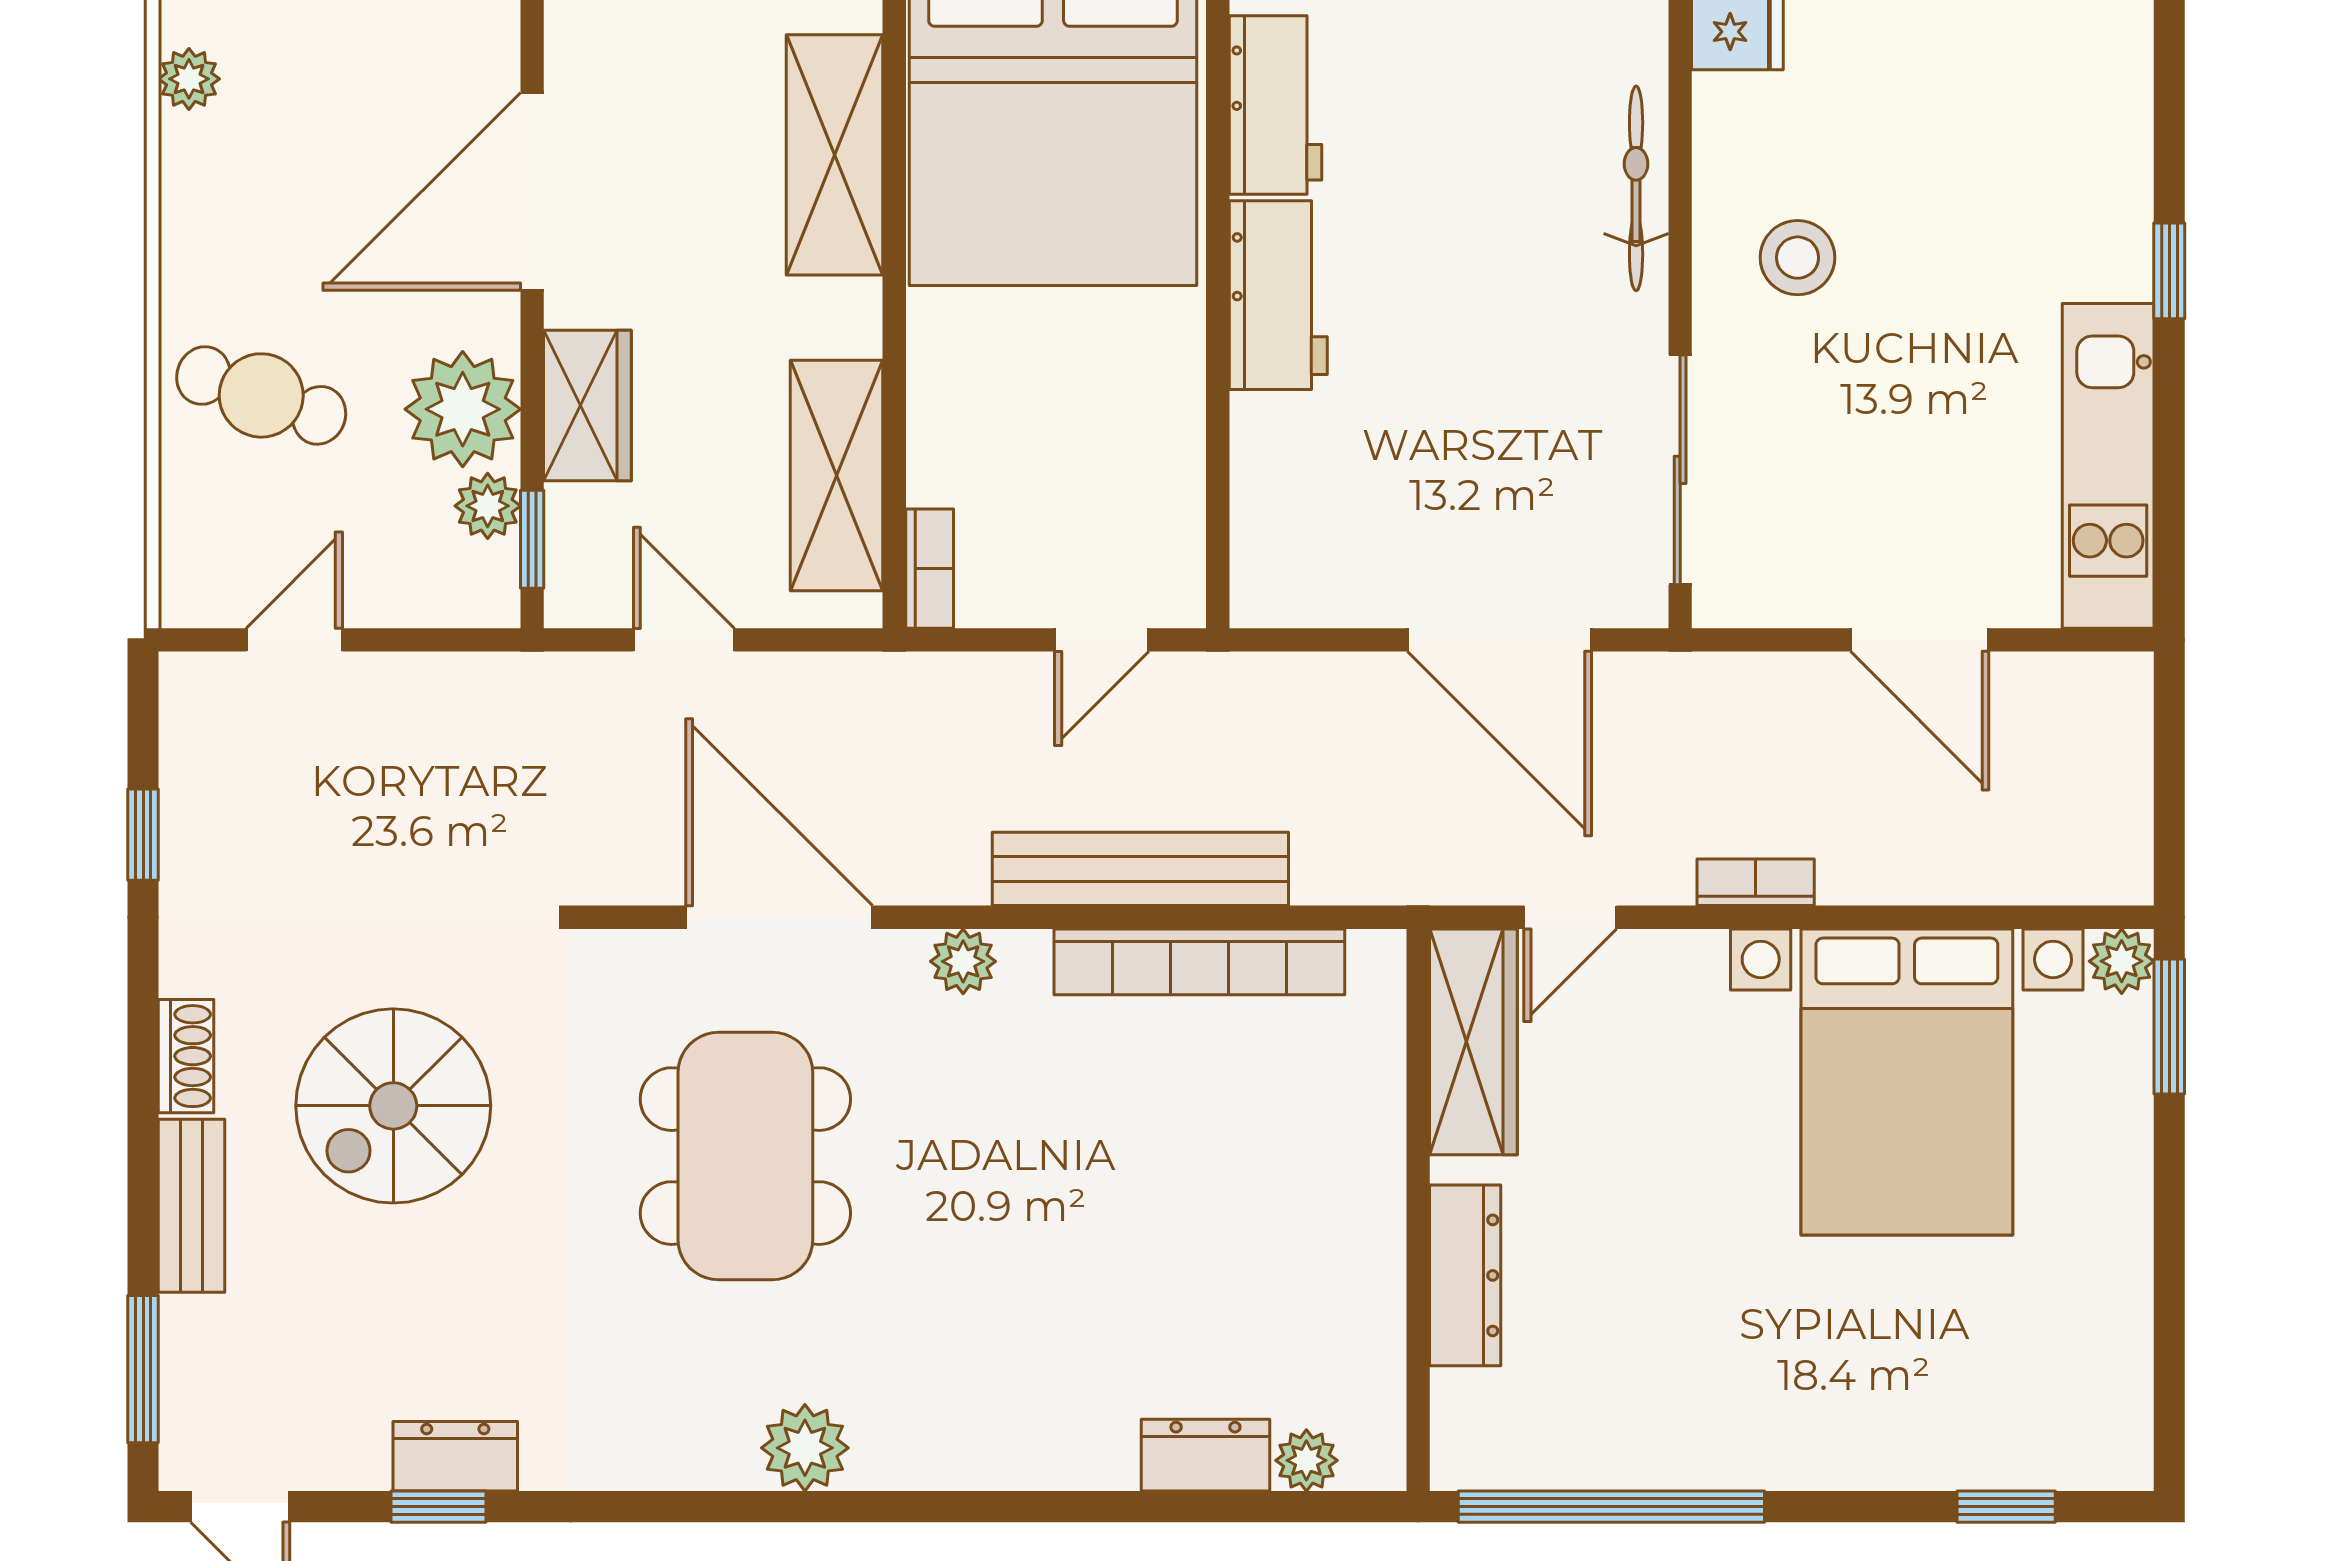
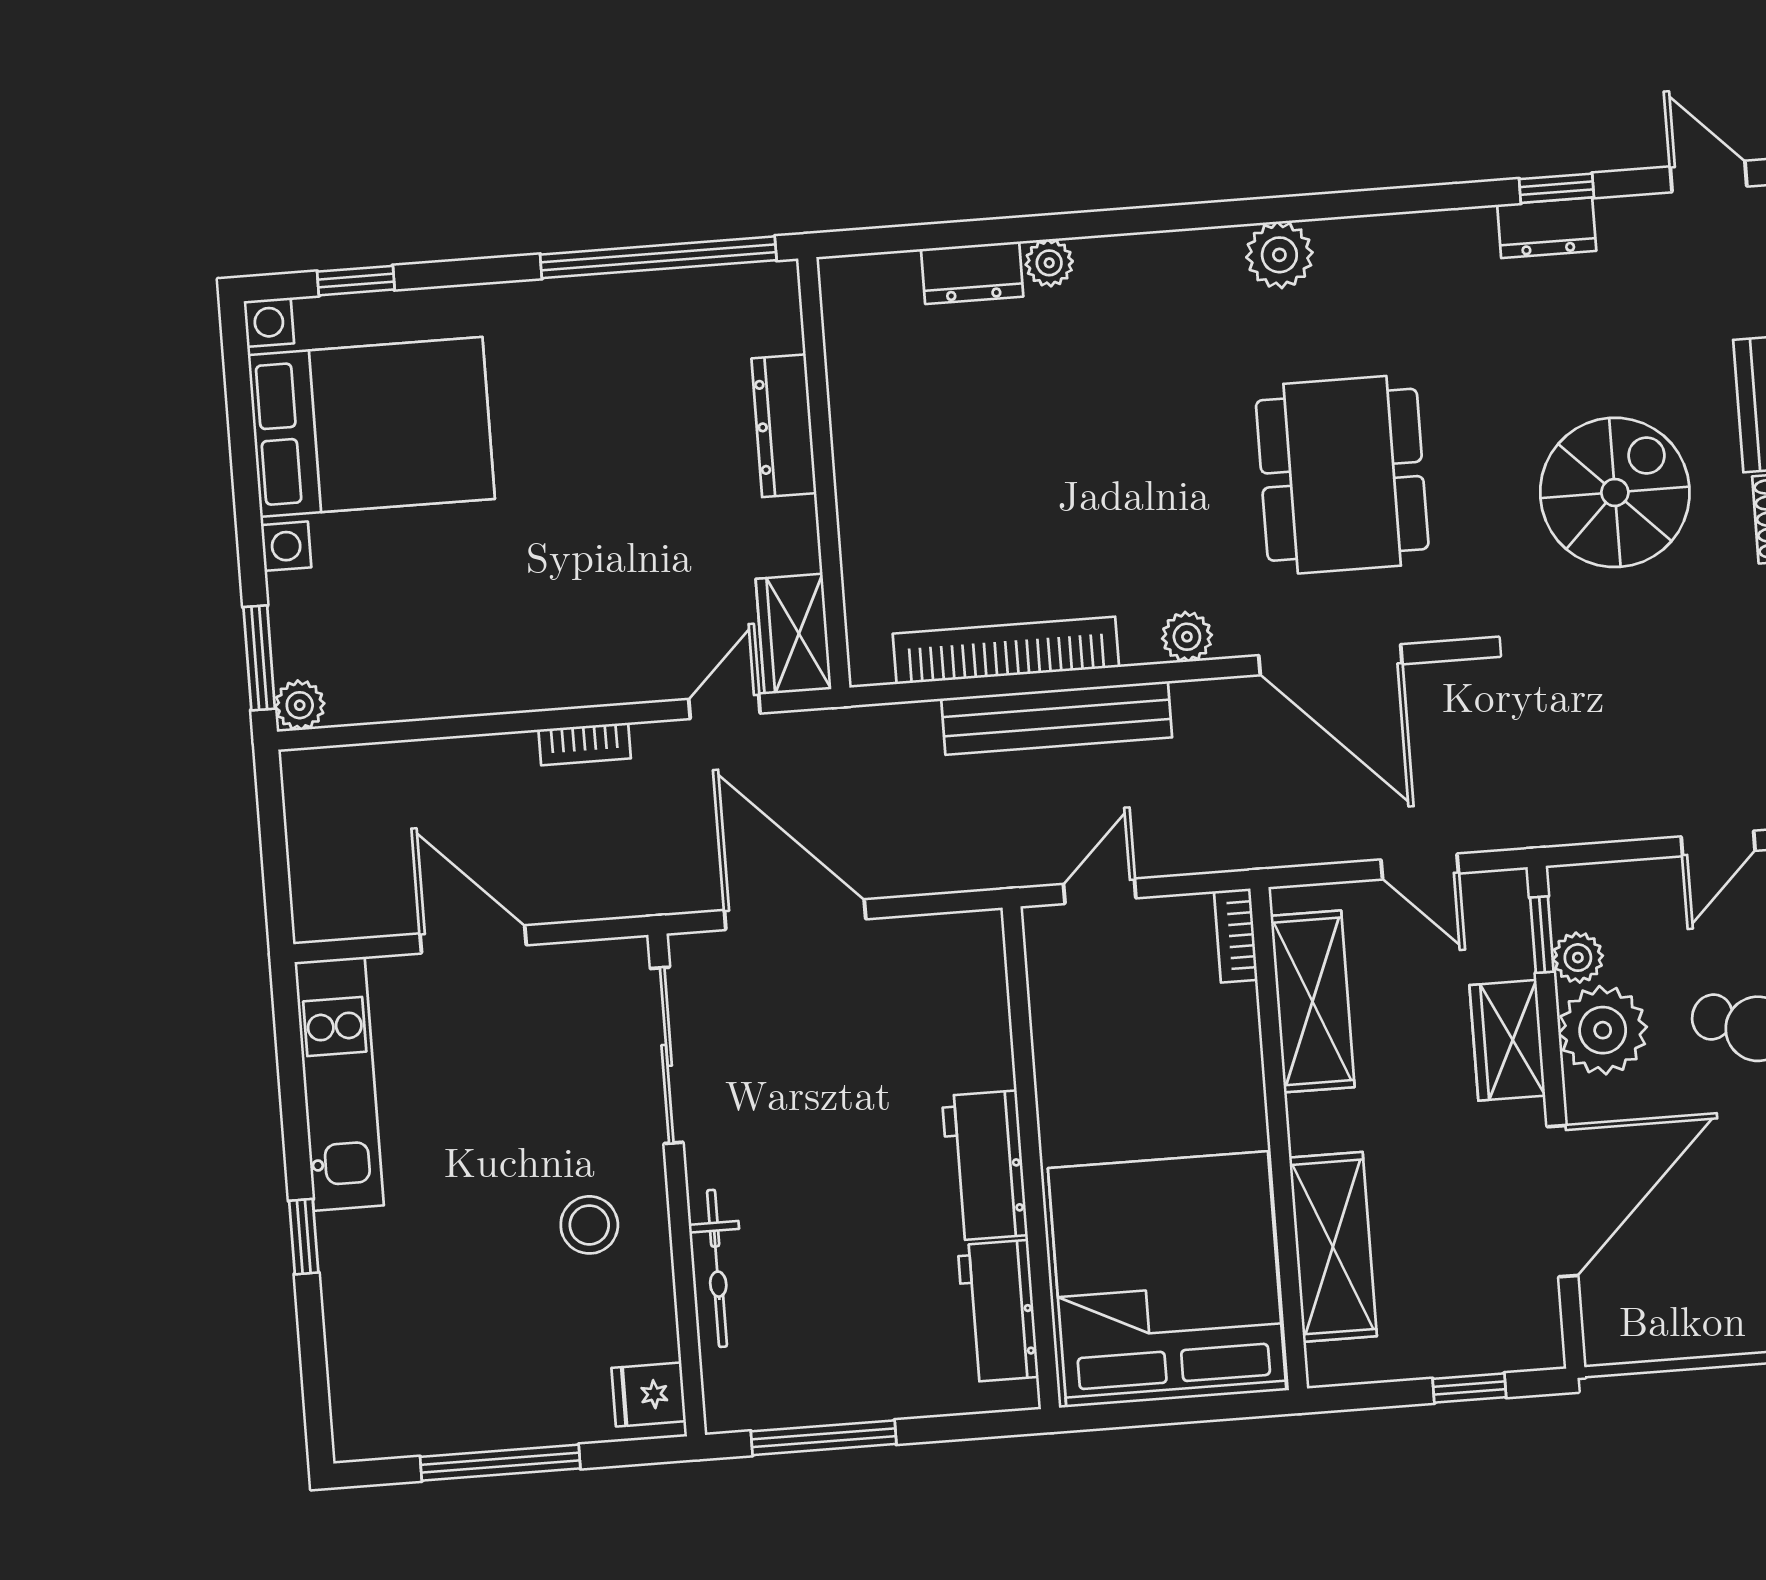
wardrobe: (1473, 1042) -> (794, 634), width x0.67
bed with nightstands: (1907, 1082) -> (371, 427), moved, turned 90
plant: (1306, 1460) -> (1049, 263), moved

